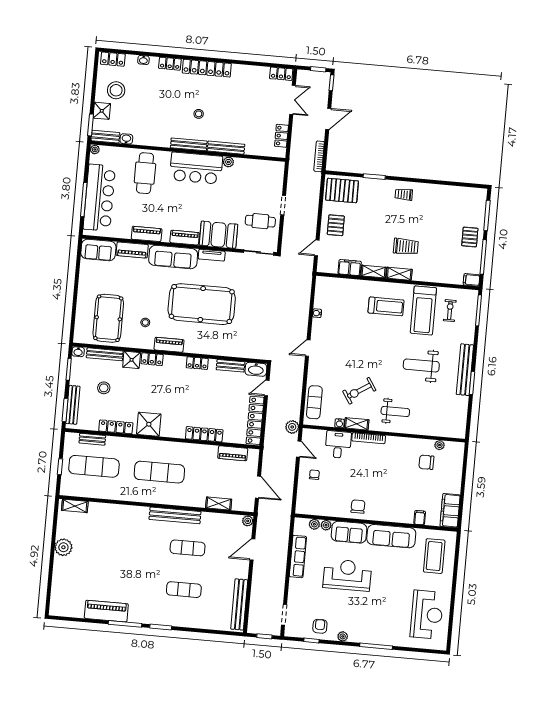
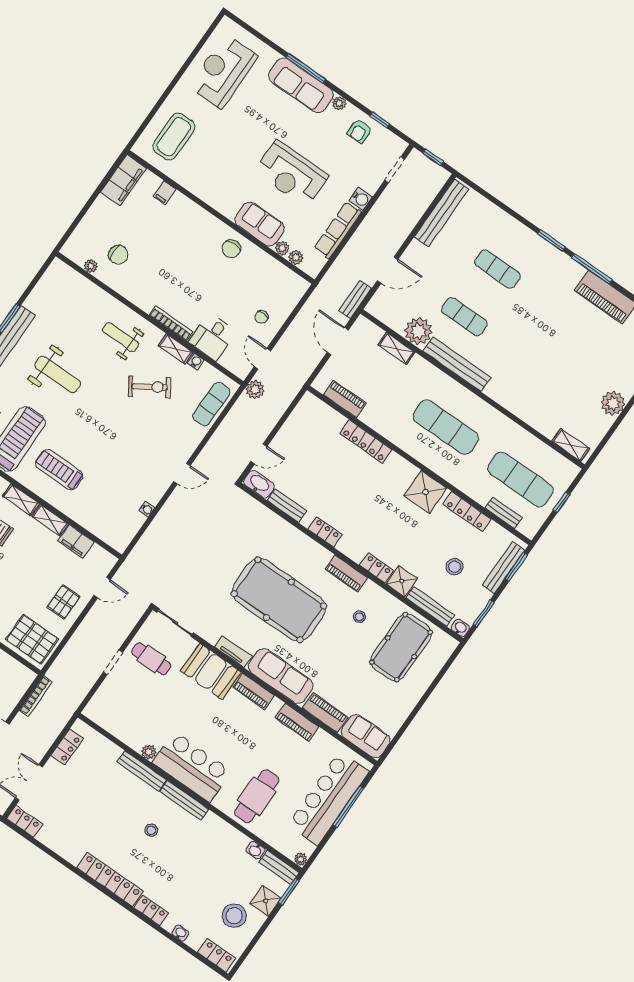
locker: (255, 420) -> (295, 423), removed
bench: (262, 519) -> (355, 299), added
plant: (248, 521) -> (419, 331), moved, width x1.88, depth x1.88
sofa: (391, 536) -> (301, 85), moved, turned 180
water cooler: (295, 584) -> (361, 199), added

